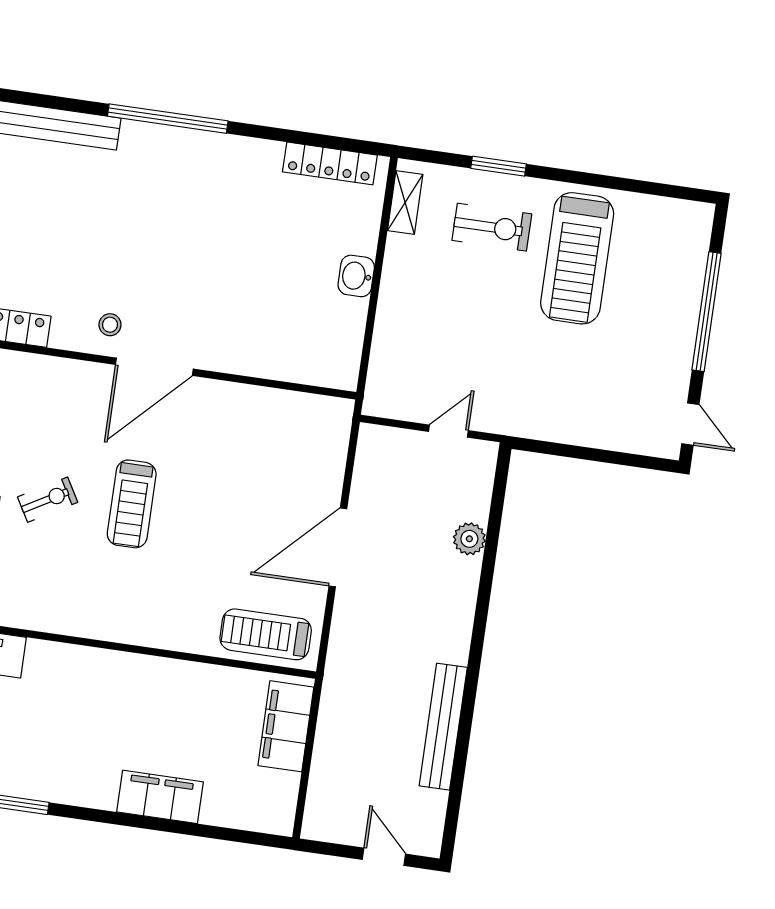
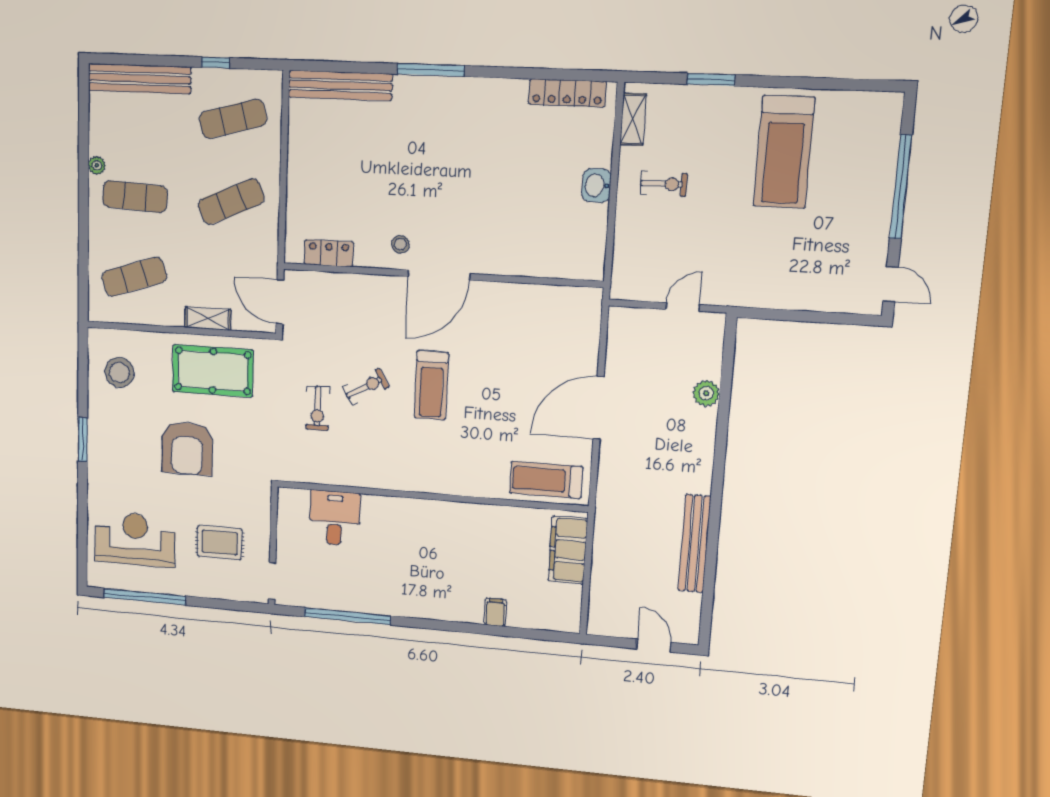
window: (168, 119) -> (431, 70), width x0.68
exercise bike: (492, 227) -> (664, 184), moved, width x0.73, depth x0.72
filing cabinet: (160, 797) -> (495, 612), width x0.33, depth x0.86

